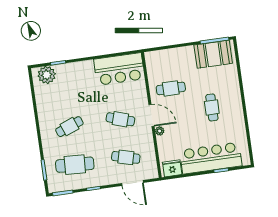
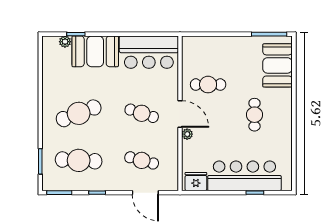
booth: (213, 54) -> (277, 65), moved, turned 90
plant: (47, 75) -> (65, 42), width x0.53, depth x0.53
booth: (76, 75) -> (95, 51), added
cafe table: (69, 127) -> (79, 113), width x1.37, depth x1.35

